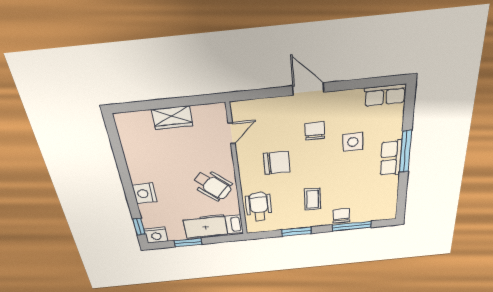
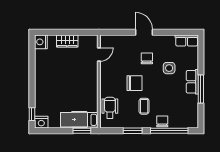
window: (405, 152) -> (201, 89), moved
chair: (277, 163) -> (134, 83), moved
wheelchair: (213, 185) -> (83, 88), removed
nightstand: (144, 193) -> (41, 42), moved
window: (352, 226) -> (169, 131), width x1.46
window: (188, 242) -> (82, 131), moved

